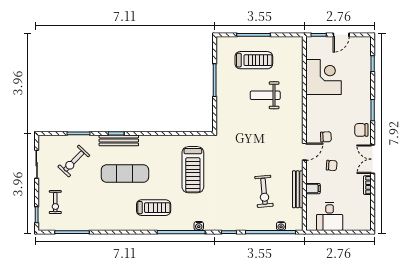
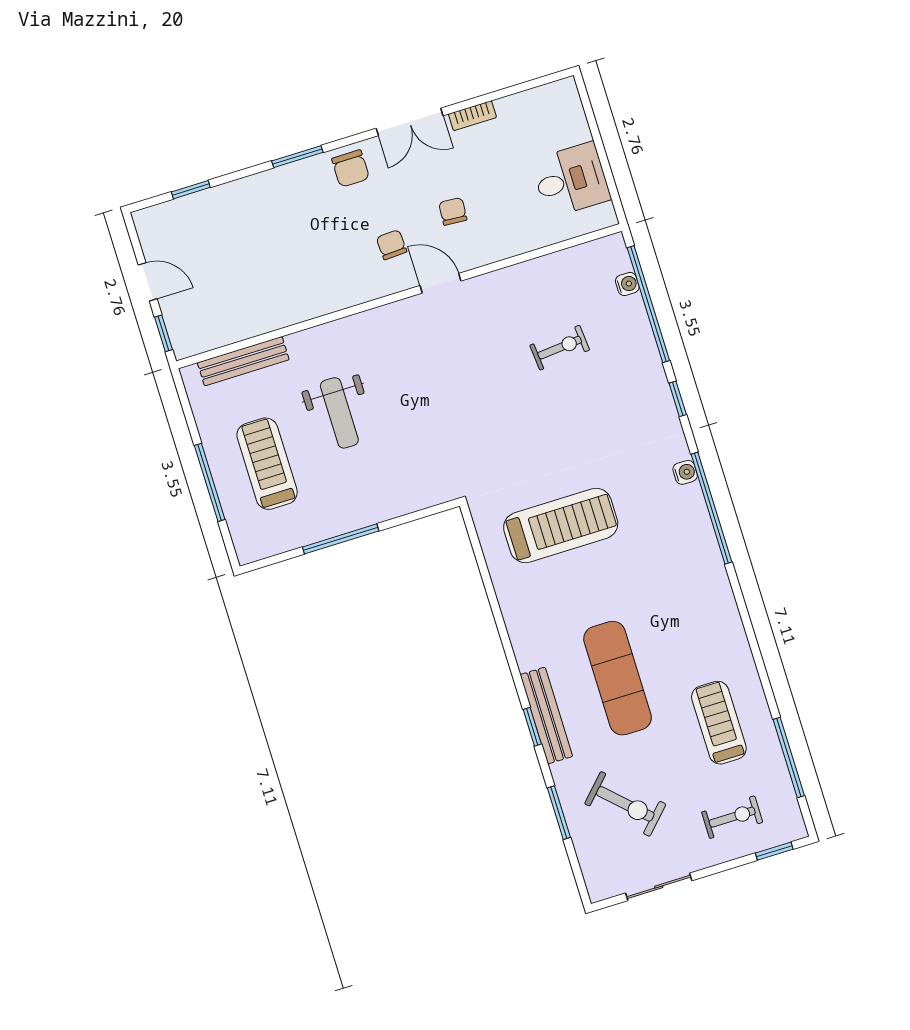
corner desk: (324, 77) -> (256, 292), removed
bench: (298, 189) -> (243, 361), moved
filing cabinet: (313, 189) -> (519, 238), removed
exercise bike: (264, 191) -> (560, 348), width x0.73, depth x0.72
treadmill: (154, 208) -> (719, 723), moved

